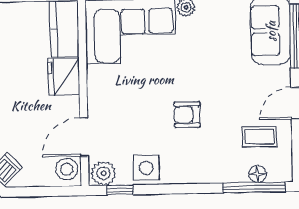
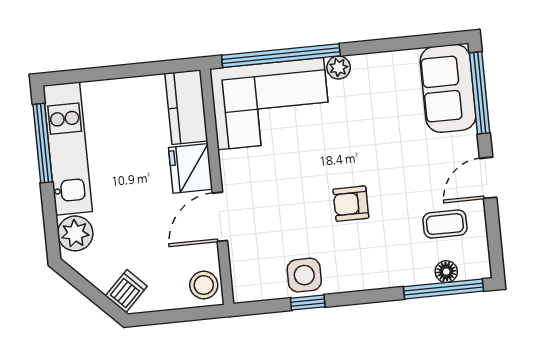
door: (84, 137) -> (220, 217), moved
plant: (104, 173) -> (251, 286), removed
window: (120, 190) -> (308, 302), moved

